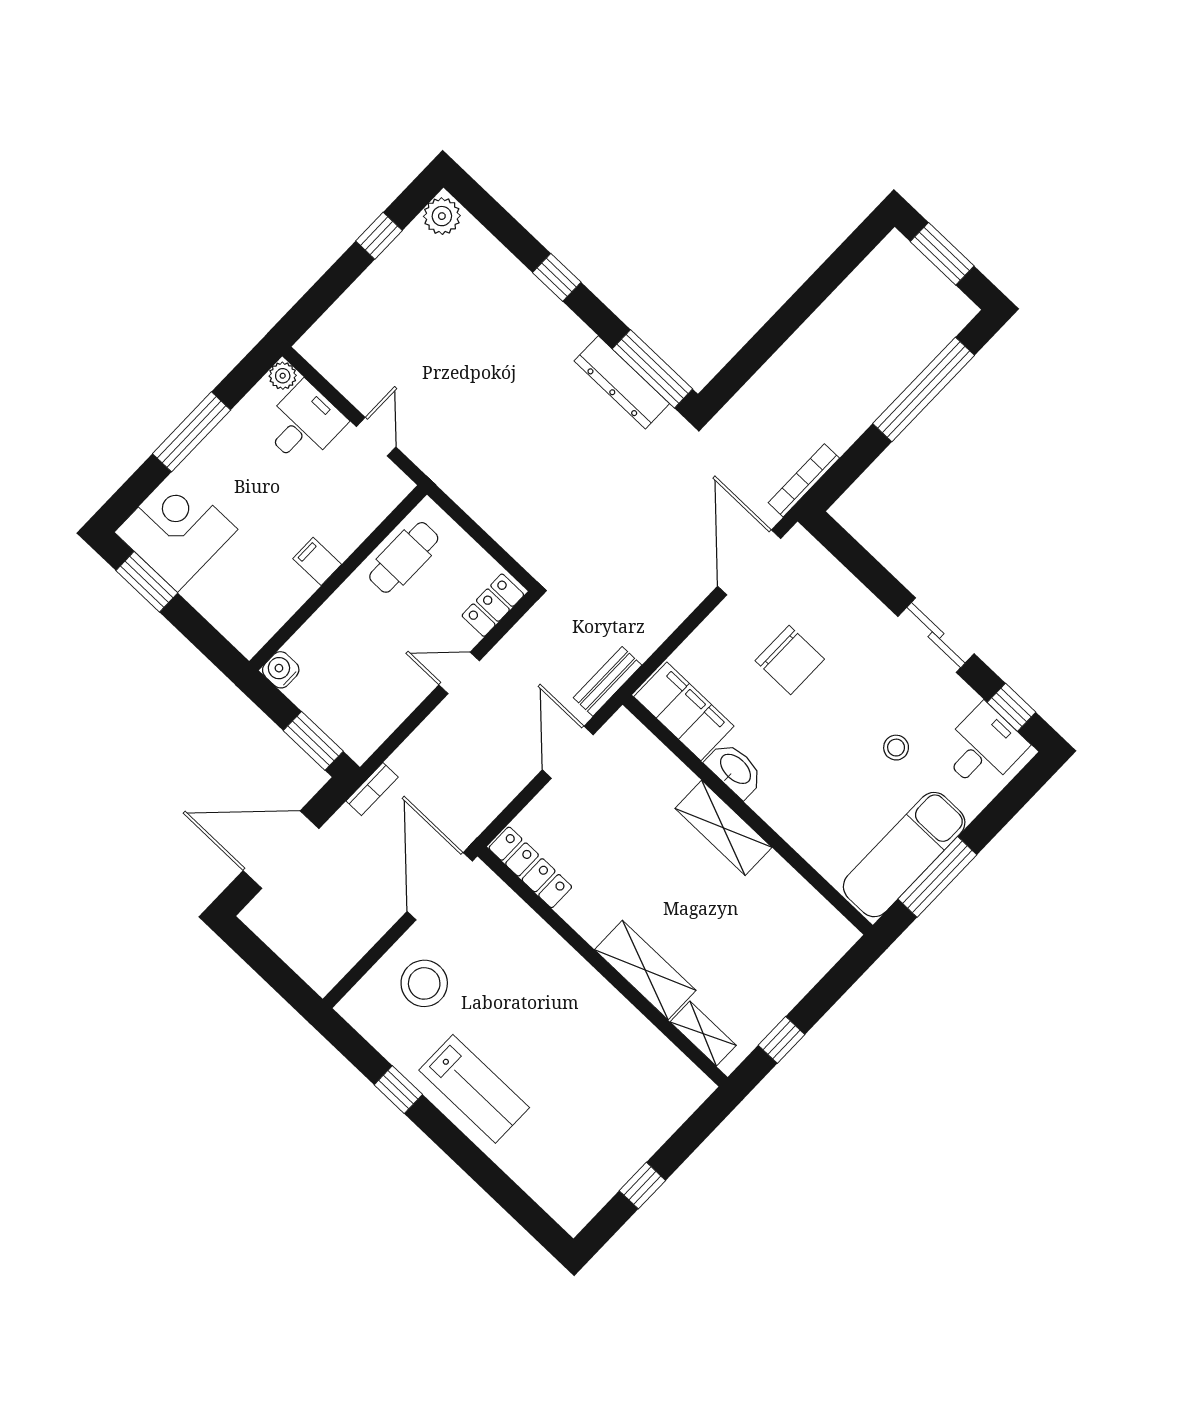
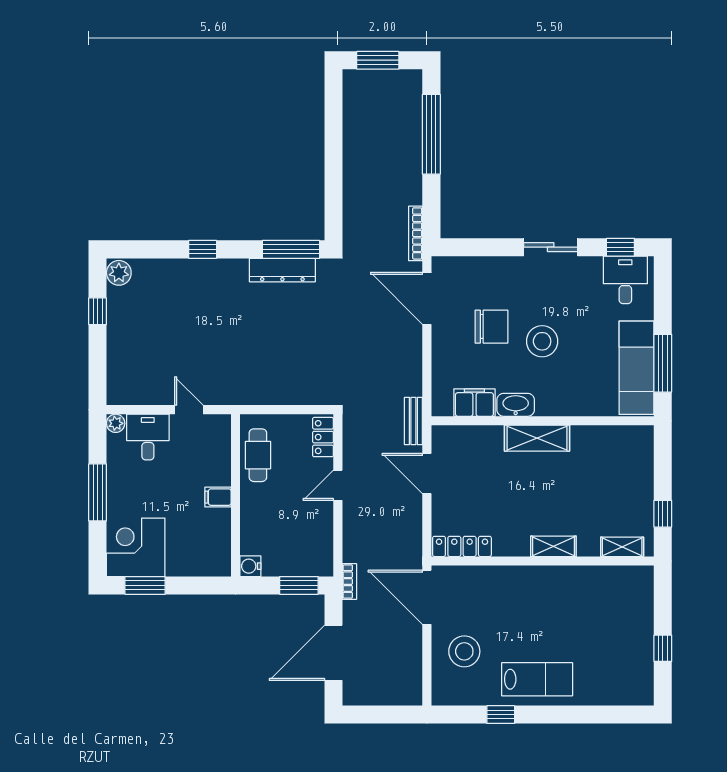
filing cabinet: (684, 711) -> (474, 403), width x0.67, depth x0.86
stool: (896, 748) -> (542, 341), moved, width x1.89, depth x1.89
shelving: (645, 970) -> (553, 546), width x0.67, depth x0.75

